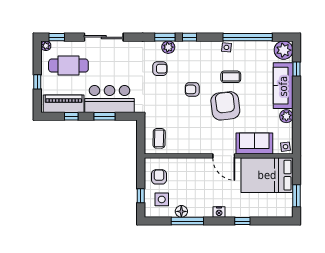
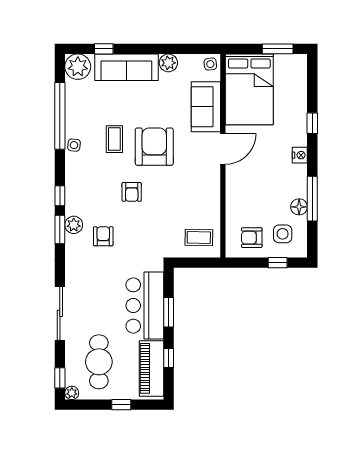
armchair: (225, 106) -> (154, 147), turned 97

